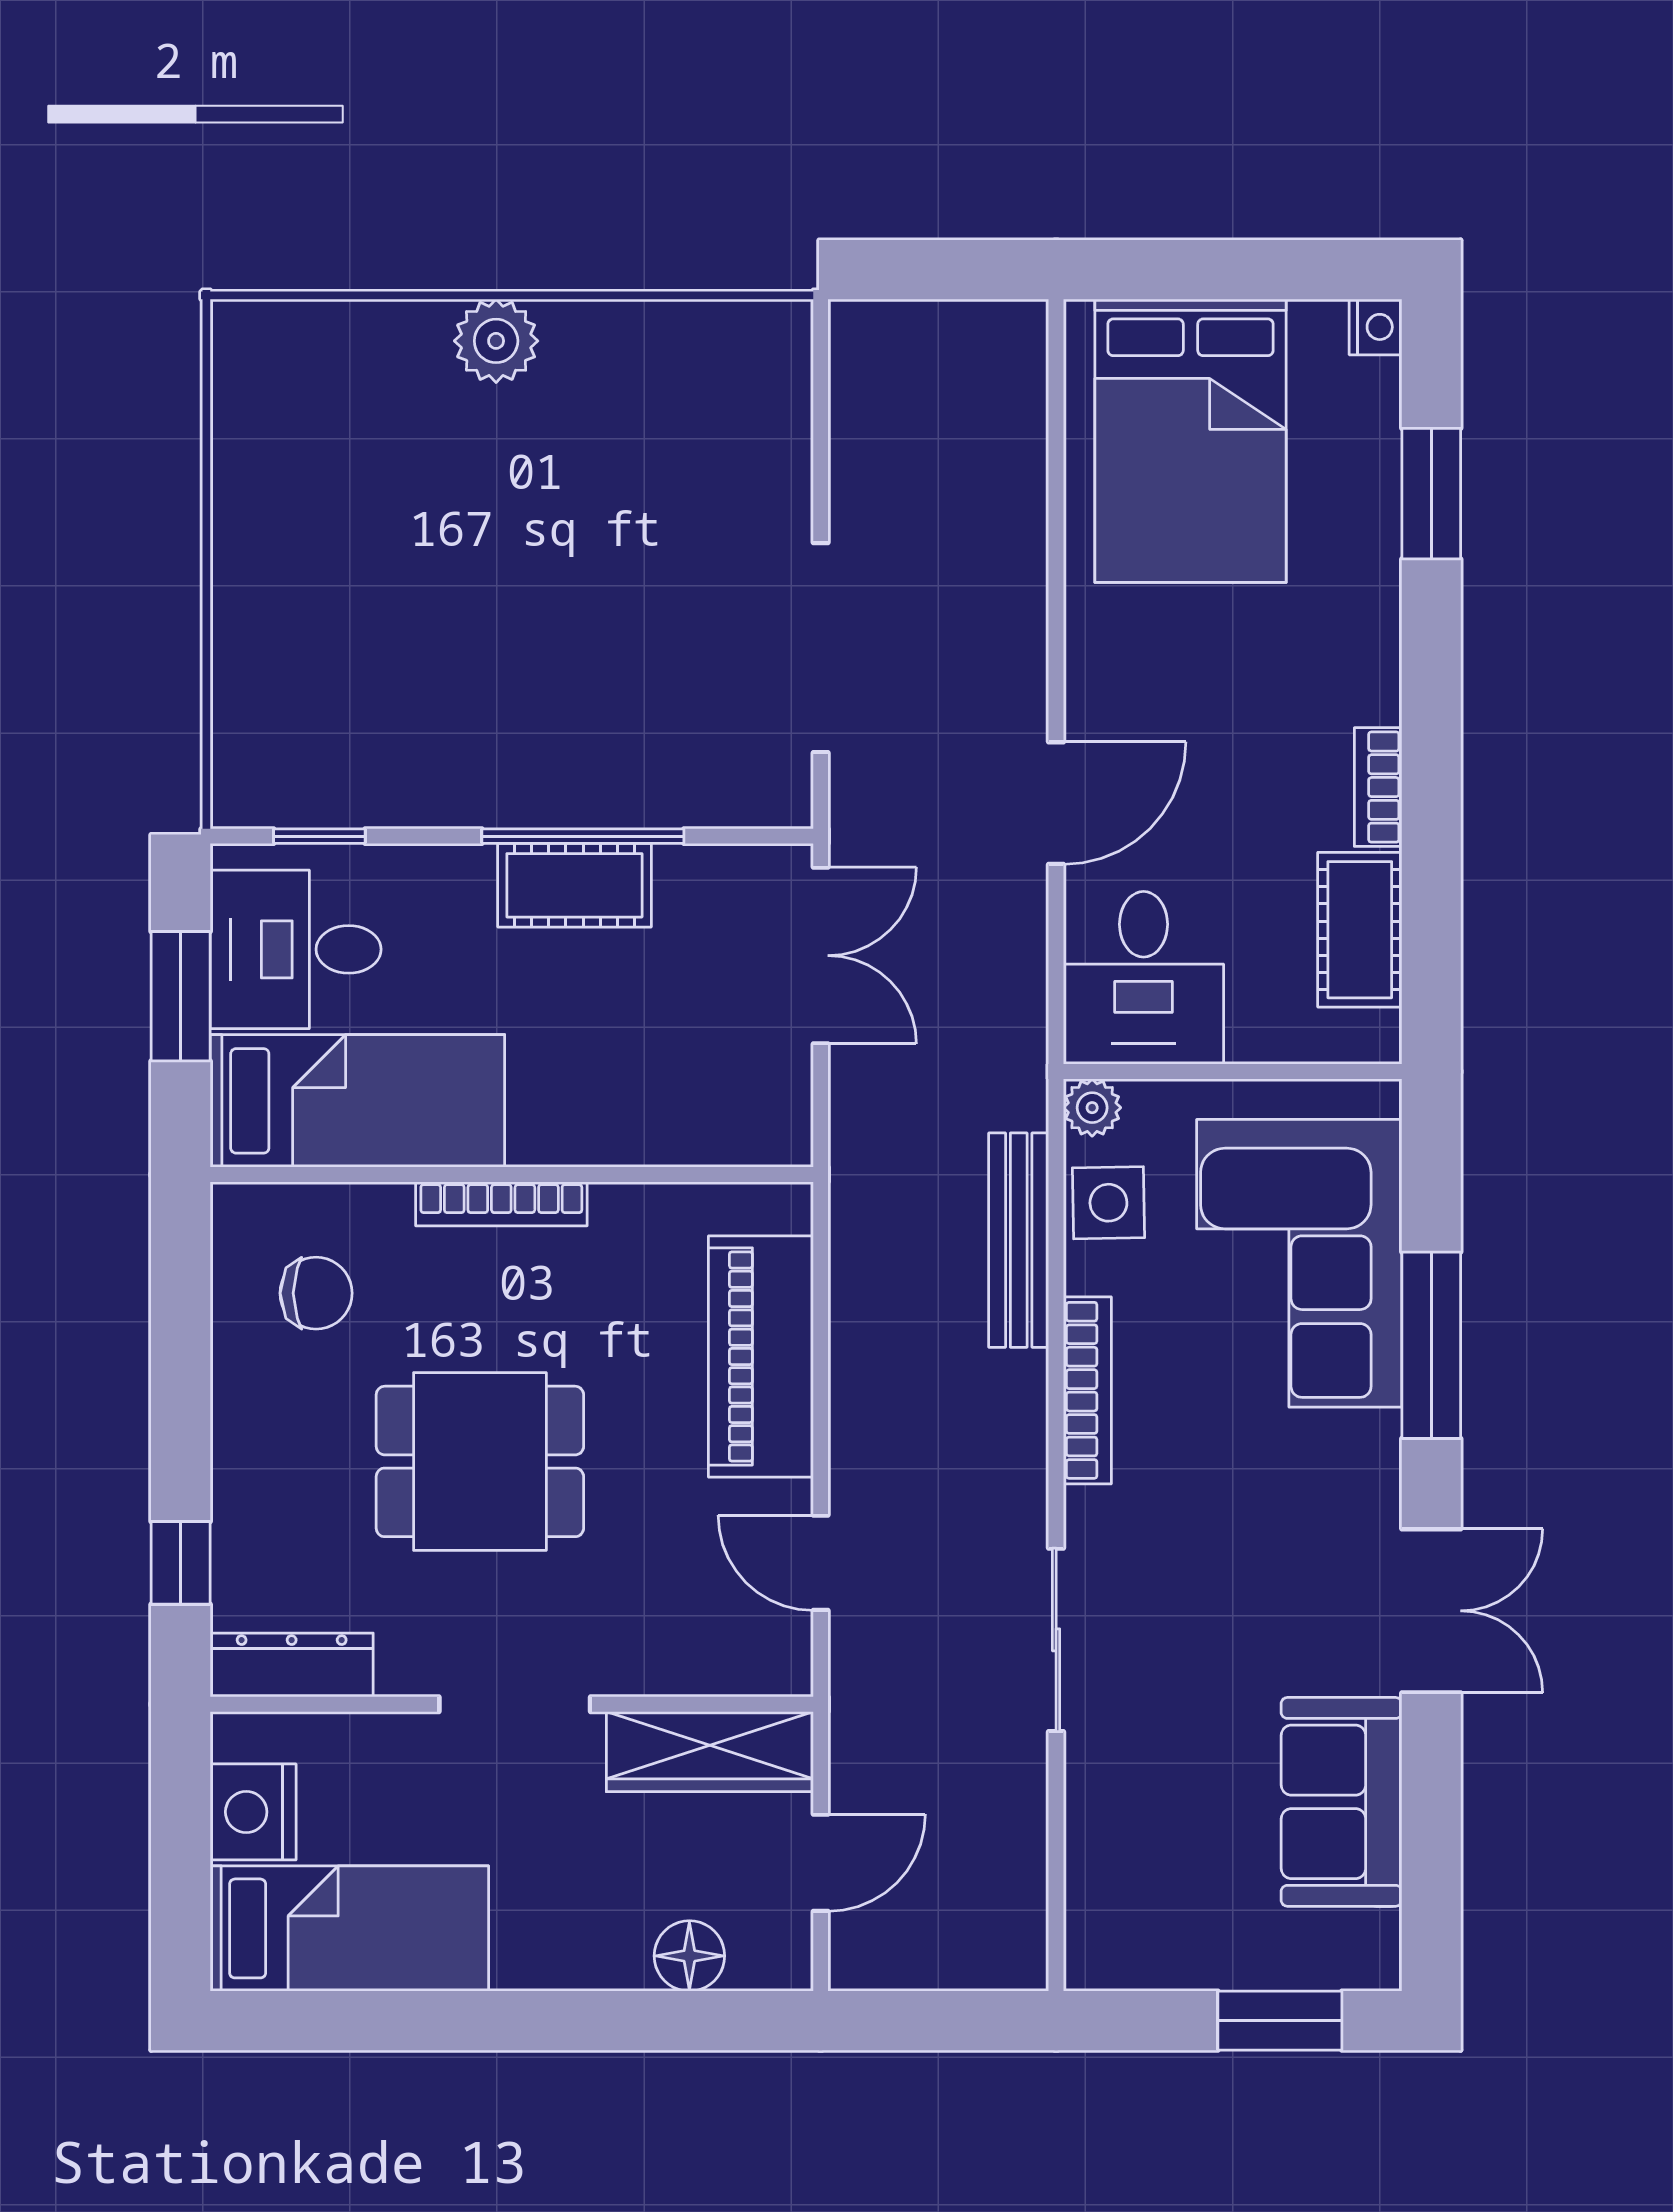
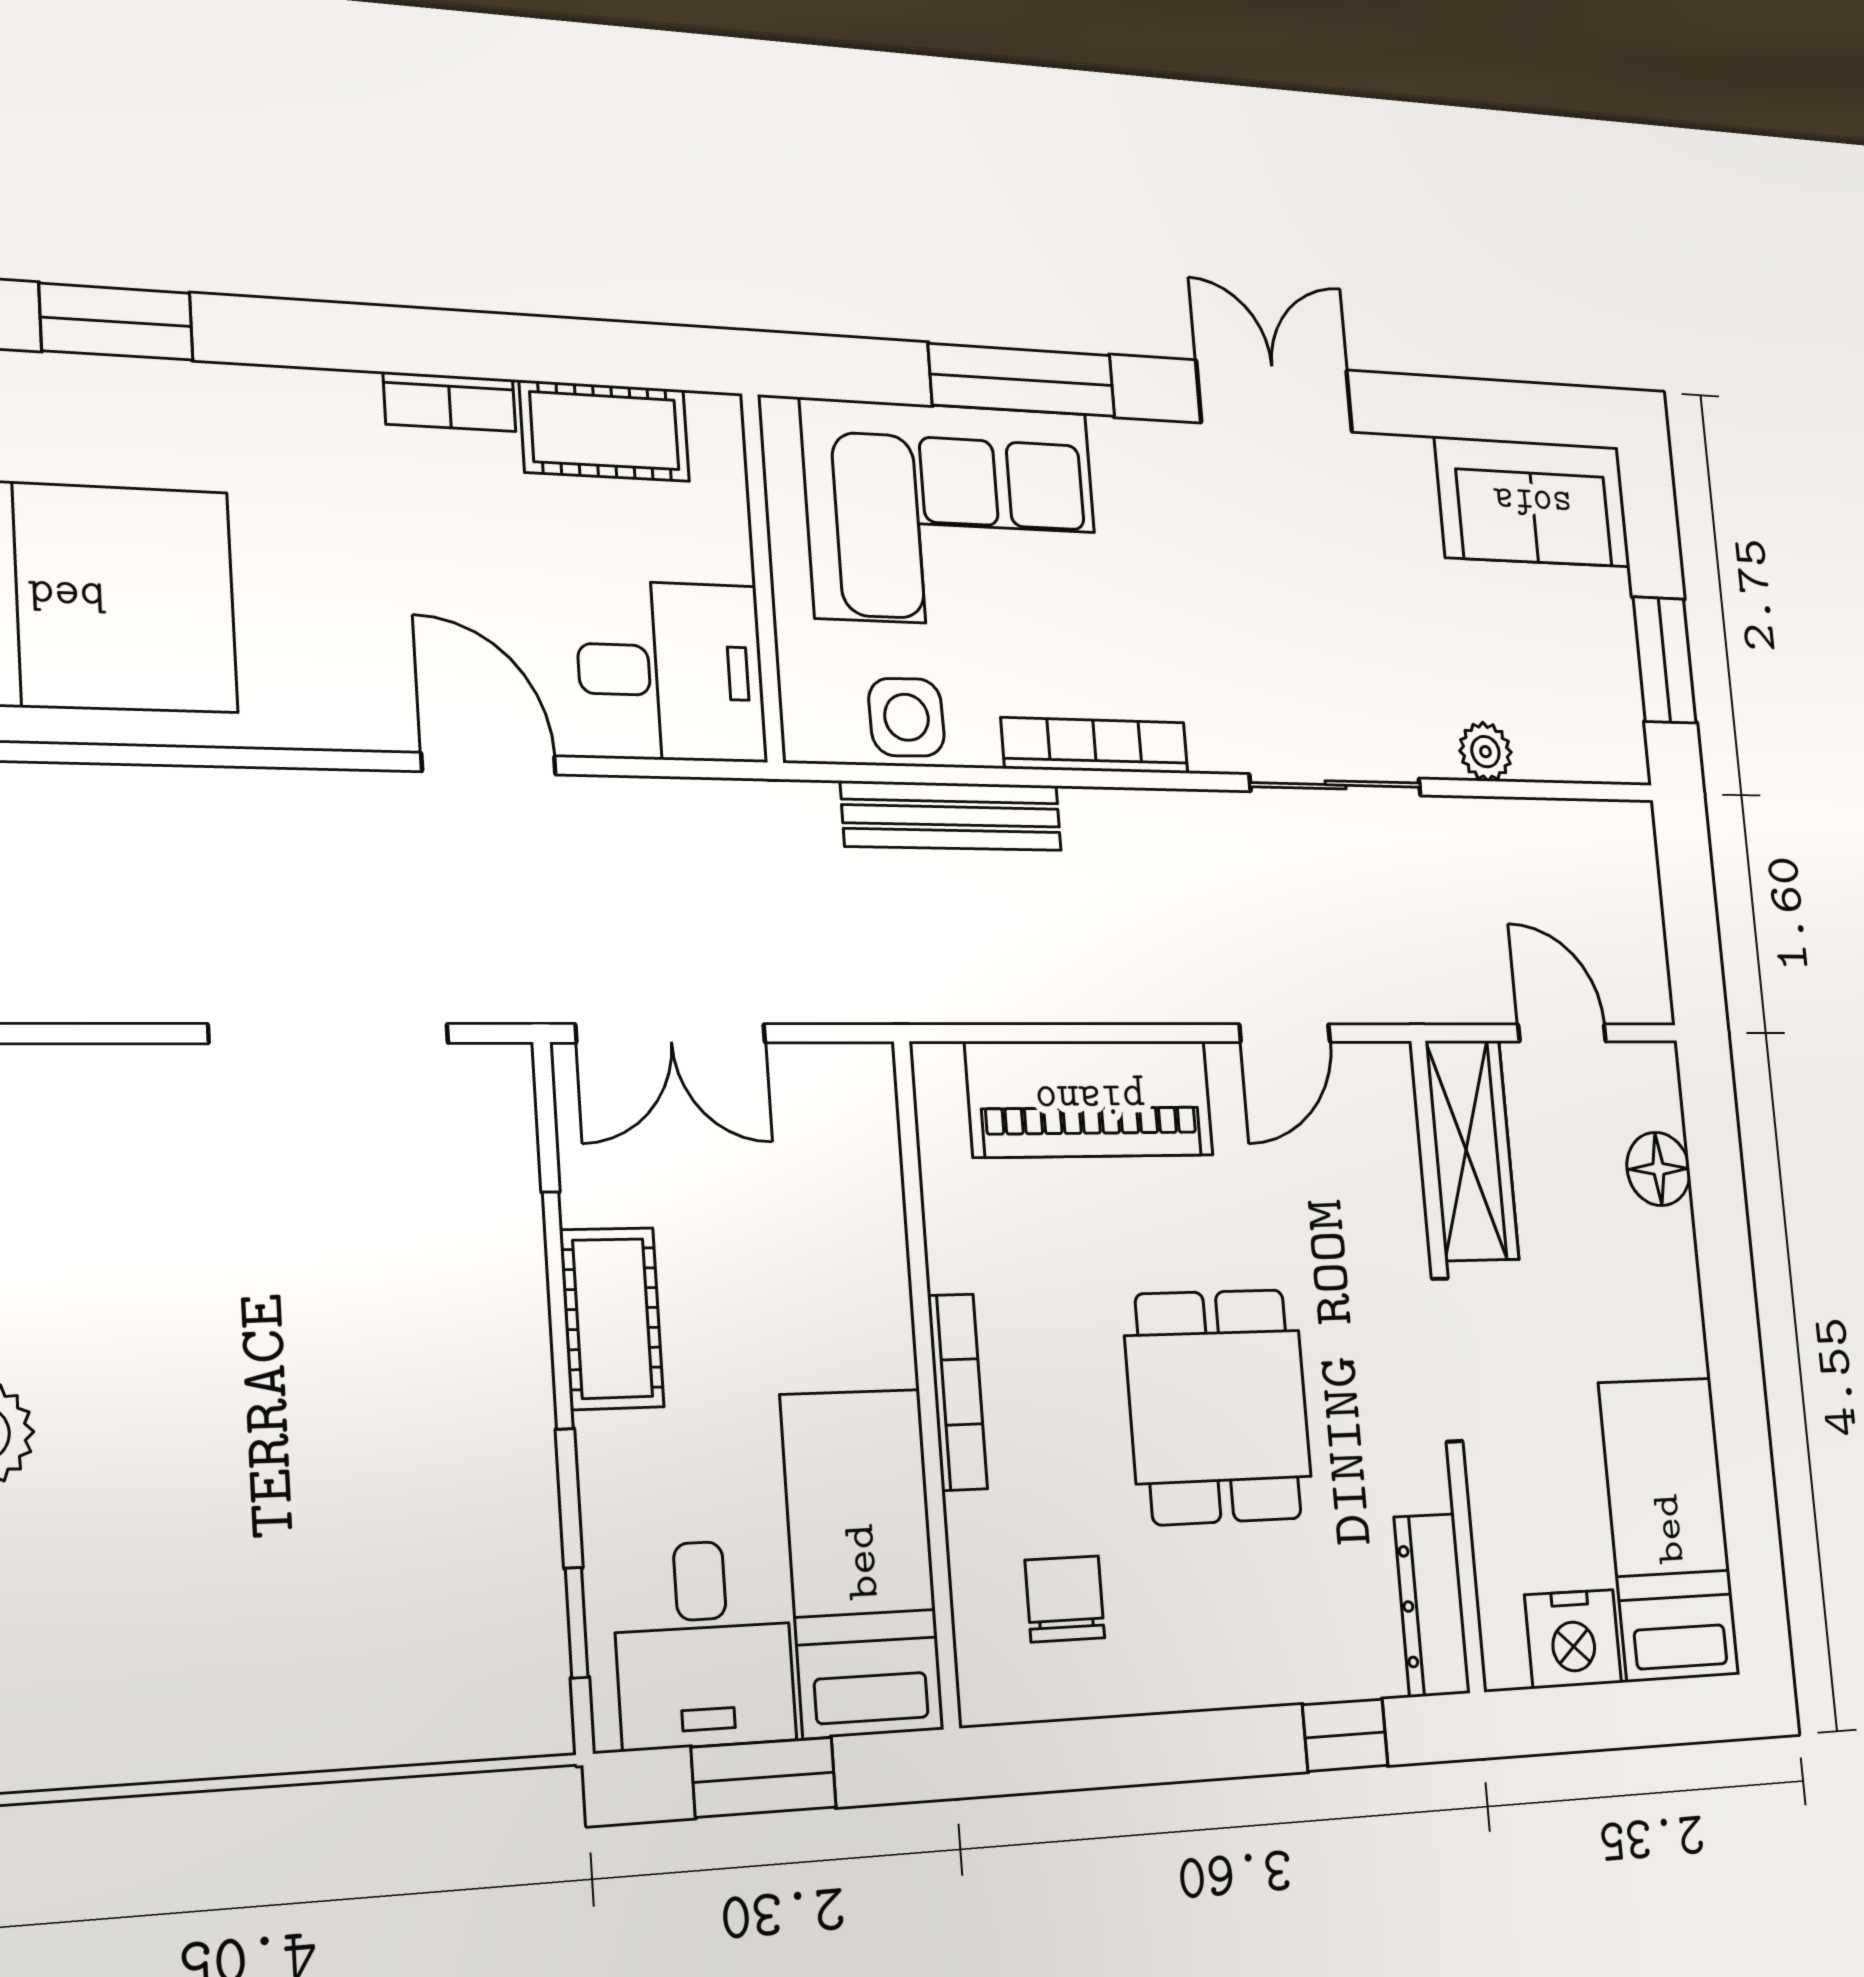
double door: (821, 956) -> (671, 1033), swing flipped
plant: (1092, 1108) -> (1485, 752), moved
sofa: (1341, 1802) -> (1533, 502), moved
window: (1280, 2021) -> (1664, 660), moved

